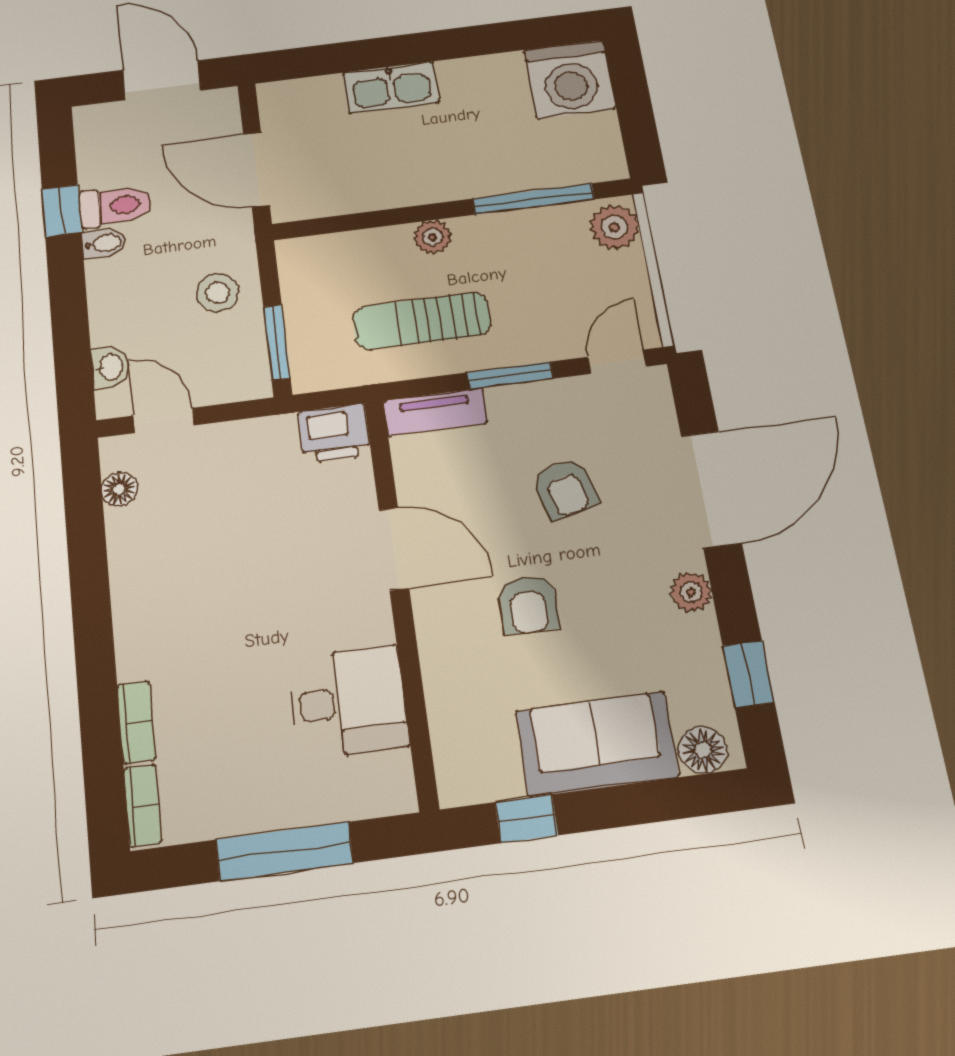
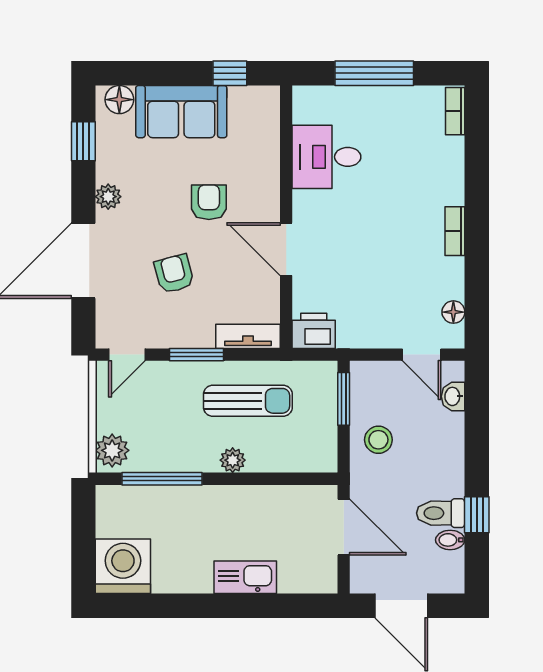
bidet: (104, 243) -> (450, 540), moved
bookcase: (136, 722) -> (455, 231), moved

